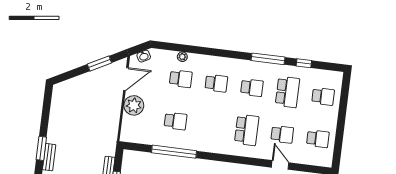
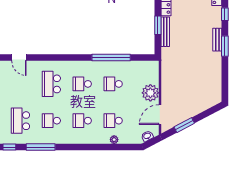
school desk: (282, 134) -> (82, 84), moved

